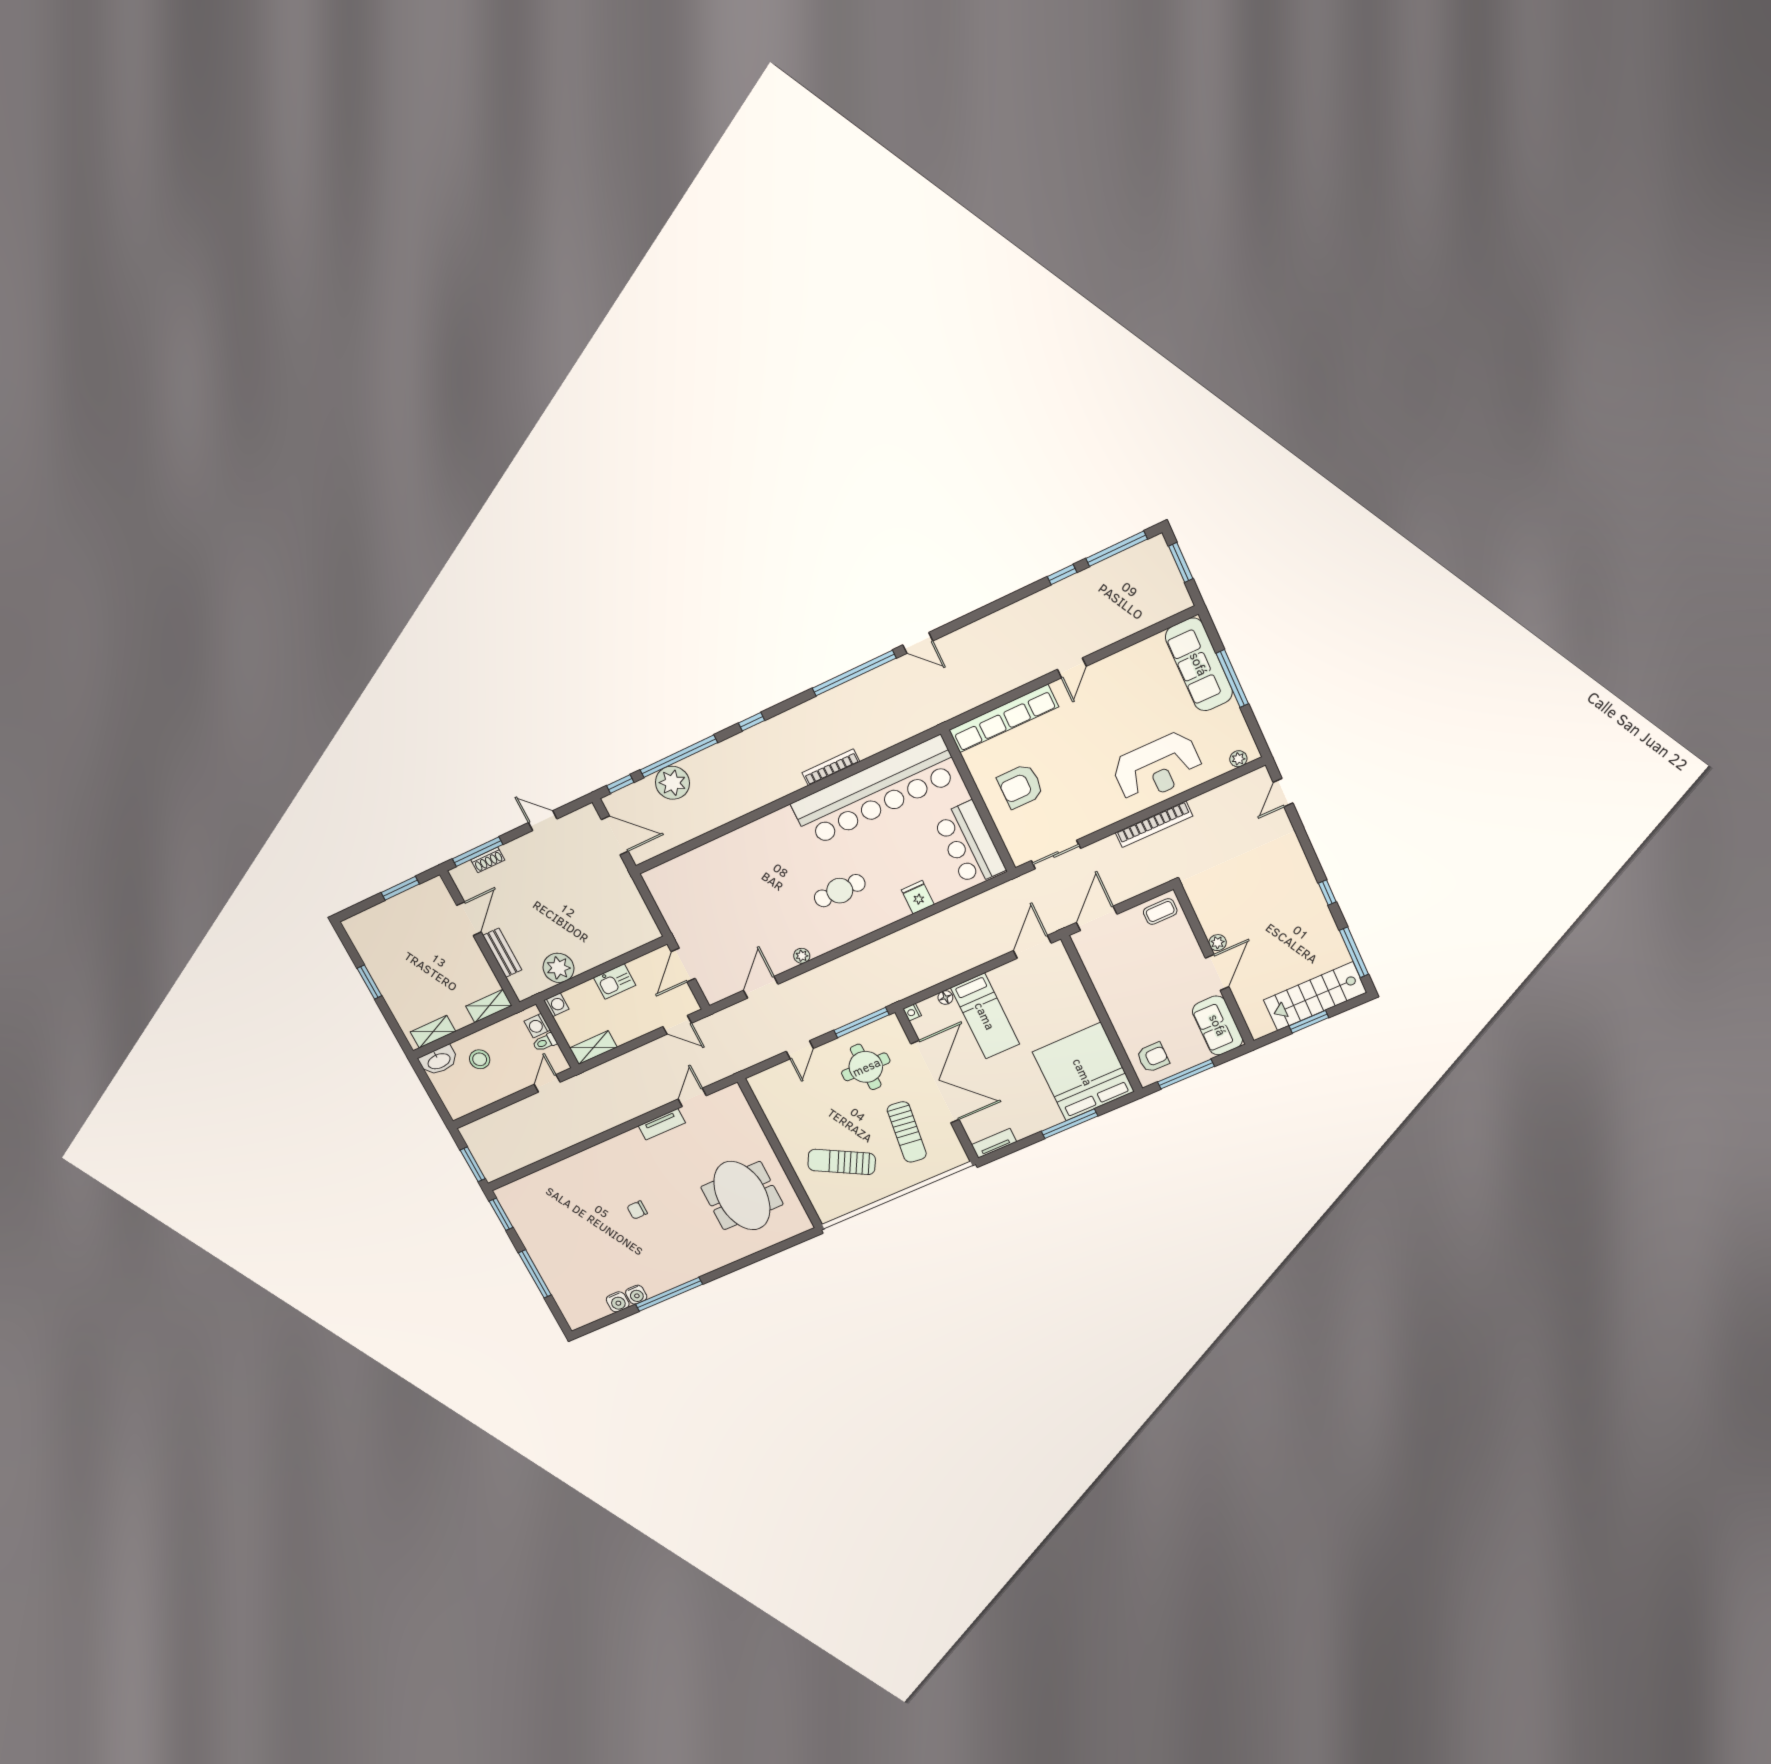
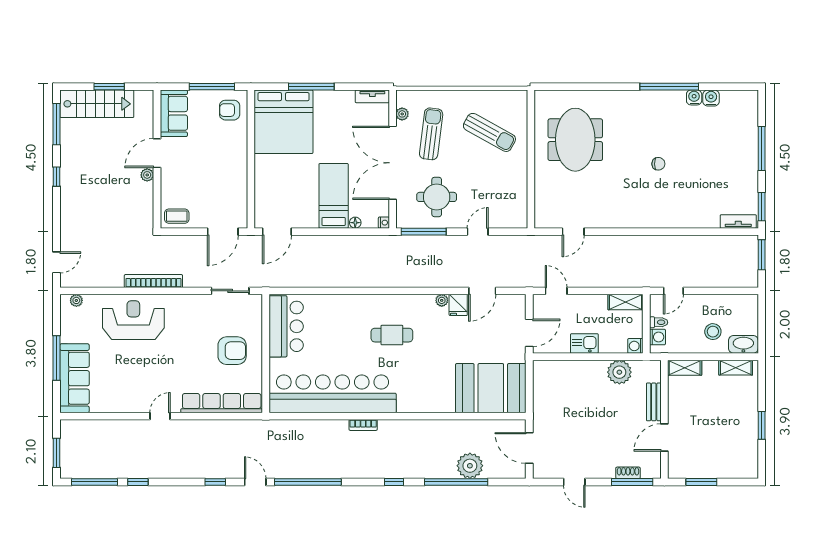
bookcase: (831, 767) -> (363, 425), width x0.64
window: (620, 784) -> (215, 482), moved
booth: (694, 883) -> (491, 388), added
fridge: (918, 897) -> (458, 305), moved
tv unit: (662, 1124) -> (738, 221), moved
plant: (950, 1139) -> (402, 114), added

